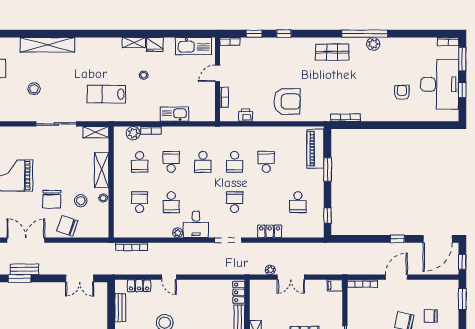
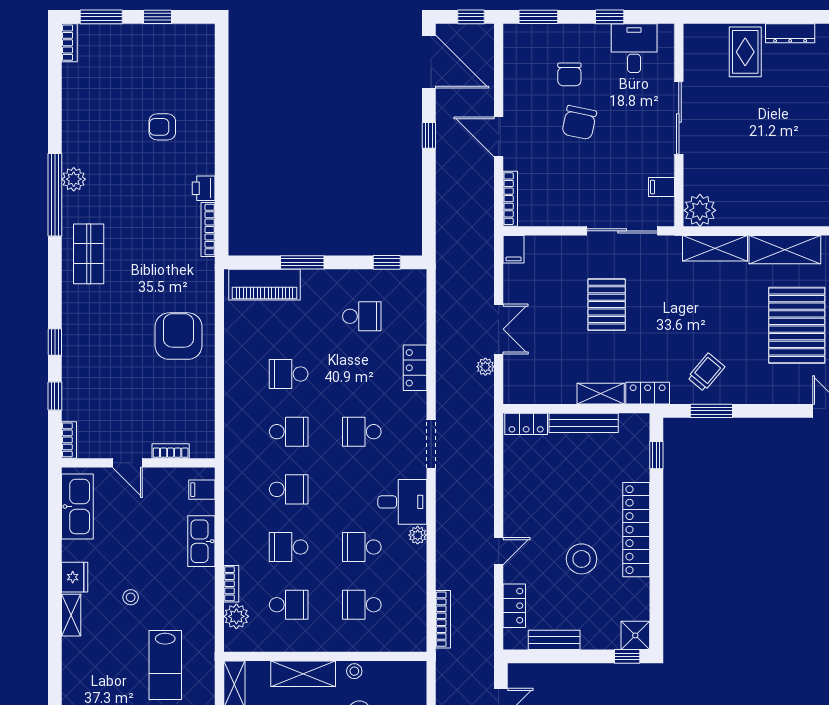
desk: (440, 84) -> (147, 58), removed
filing cabinet: (203, 114) -> (202, 490), added
printer: (246, 115) -> (204, 188), moved
school desk: (171, 202) -> (362, 547), turned 180

